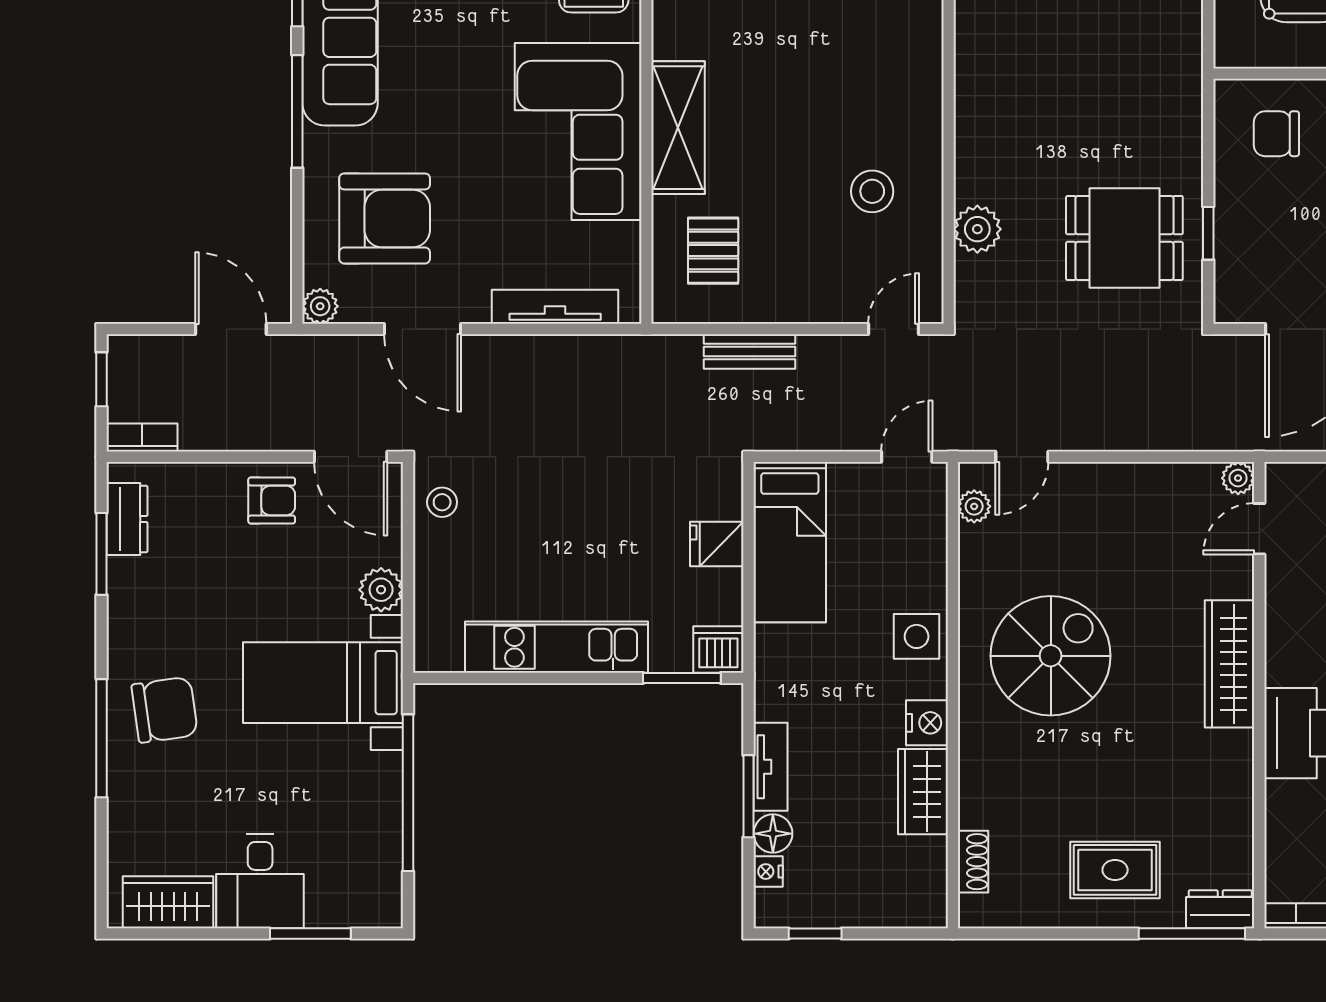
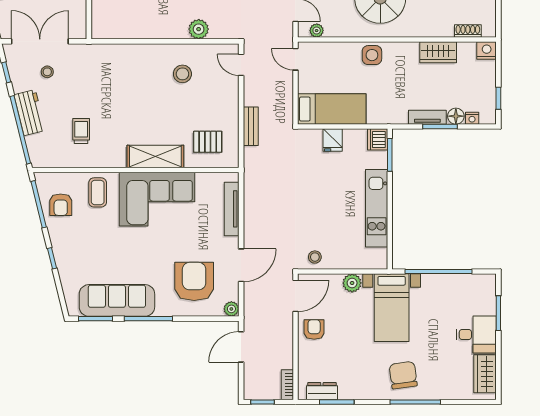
nightstand: (927, 723) -> (487, 51), moved

